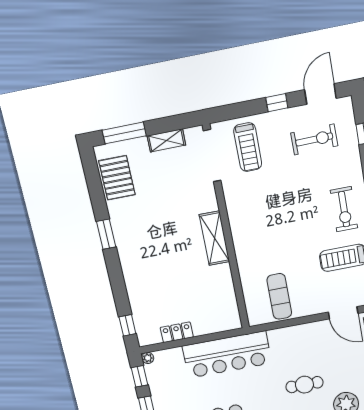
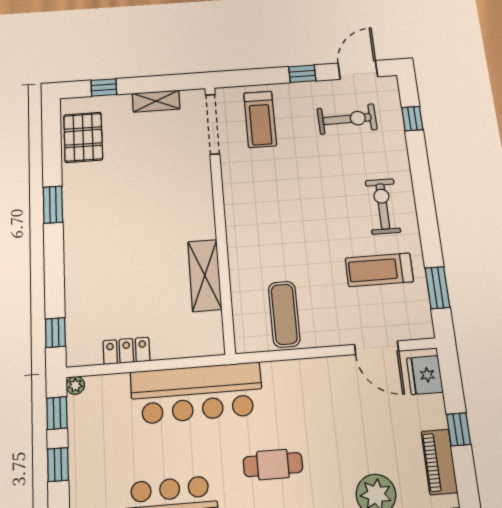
window: (124, 133) -> (104, 87), width x0.46
exercise bike: (344, 209) -> (383, 206), turned 180
shelving: (214, 238) -> (205, 275), moved
cafe table: (304, 385) -> (273, 465), moved

